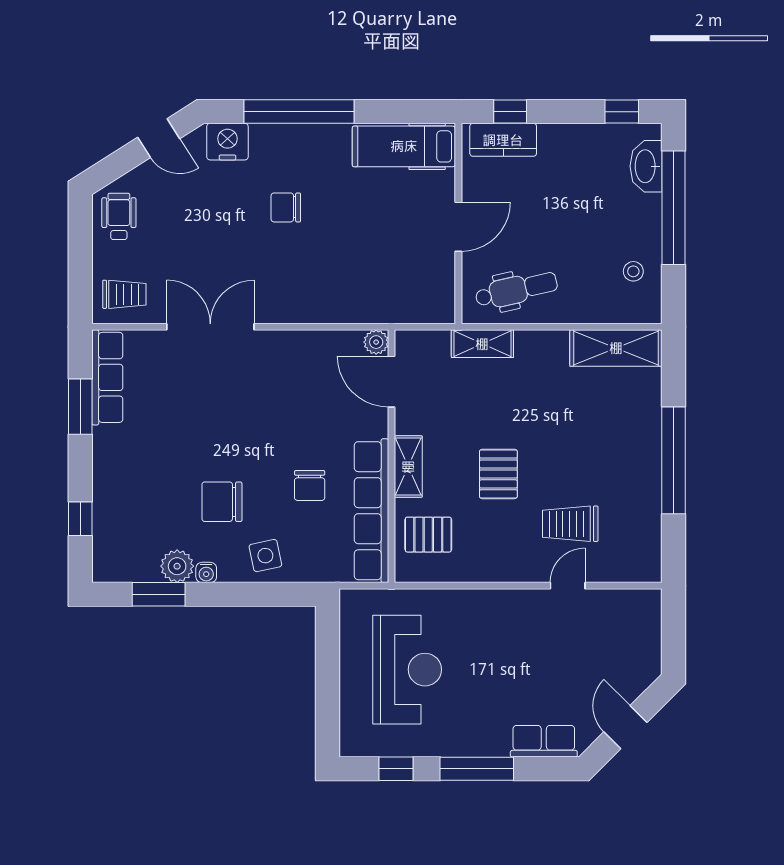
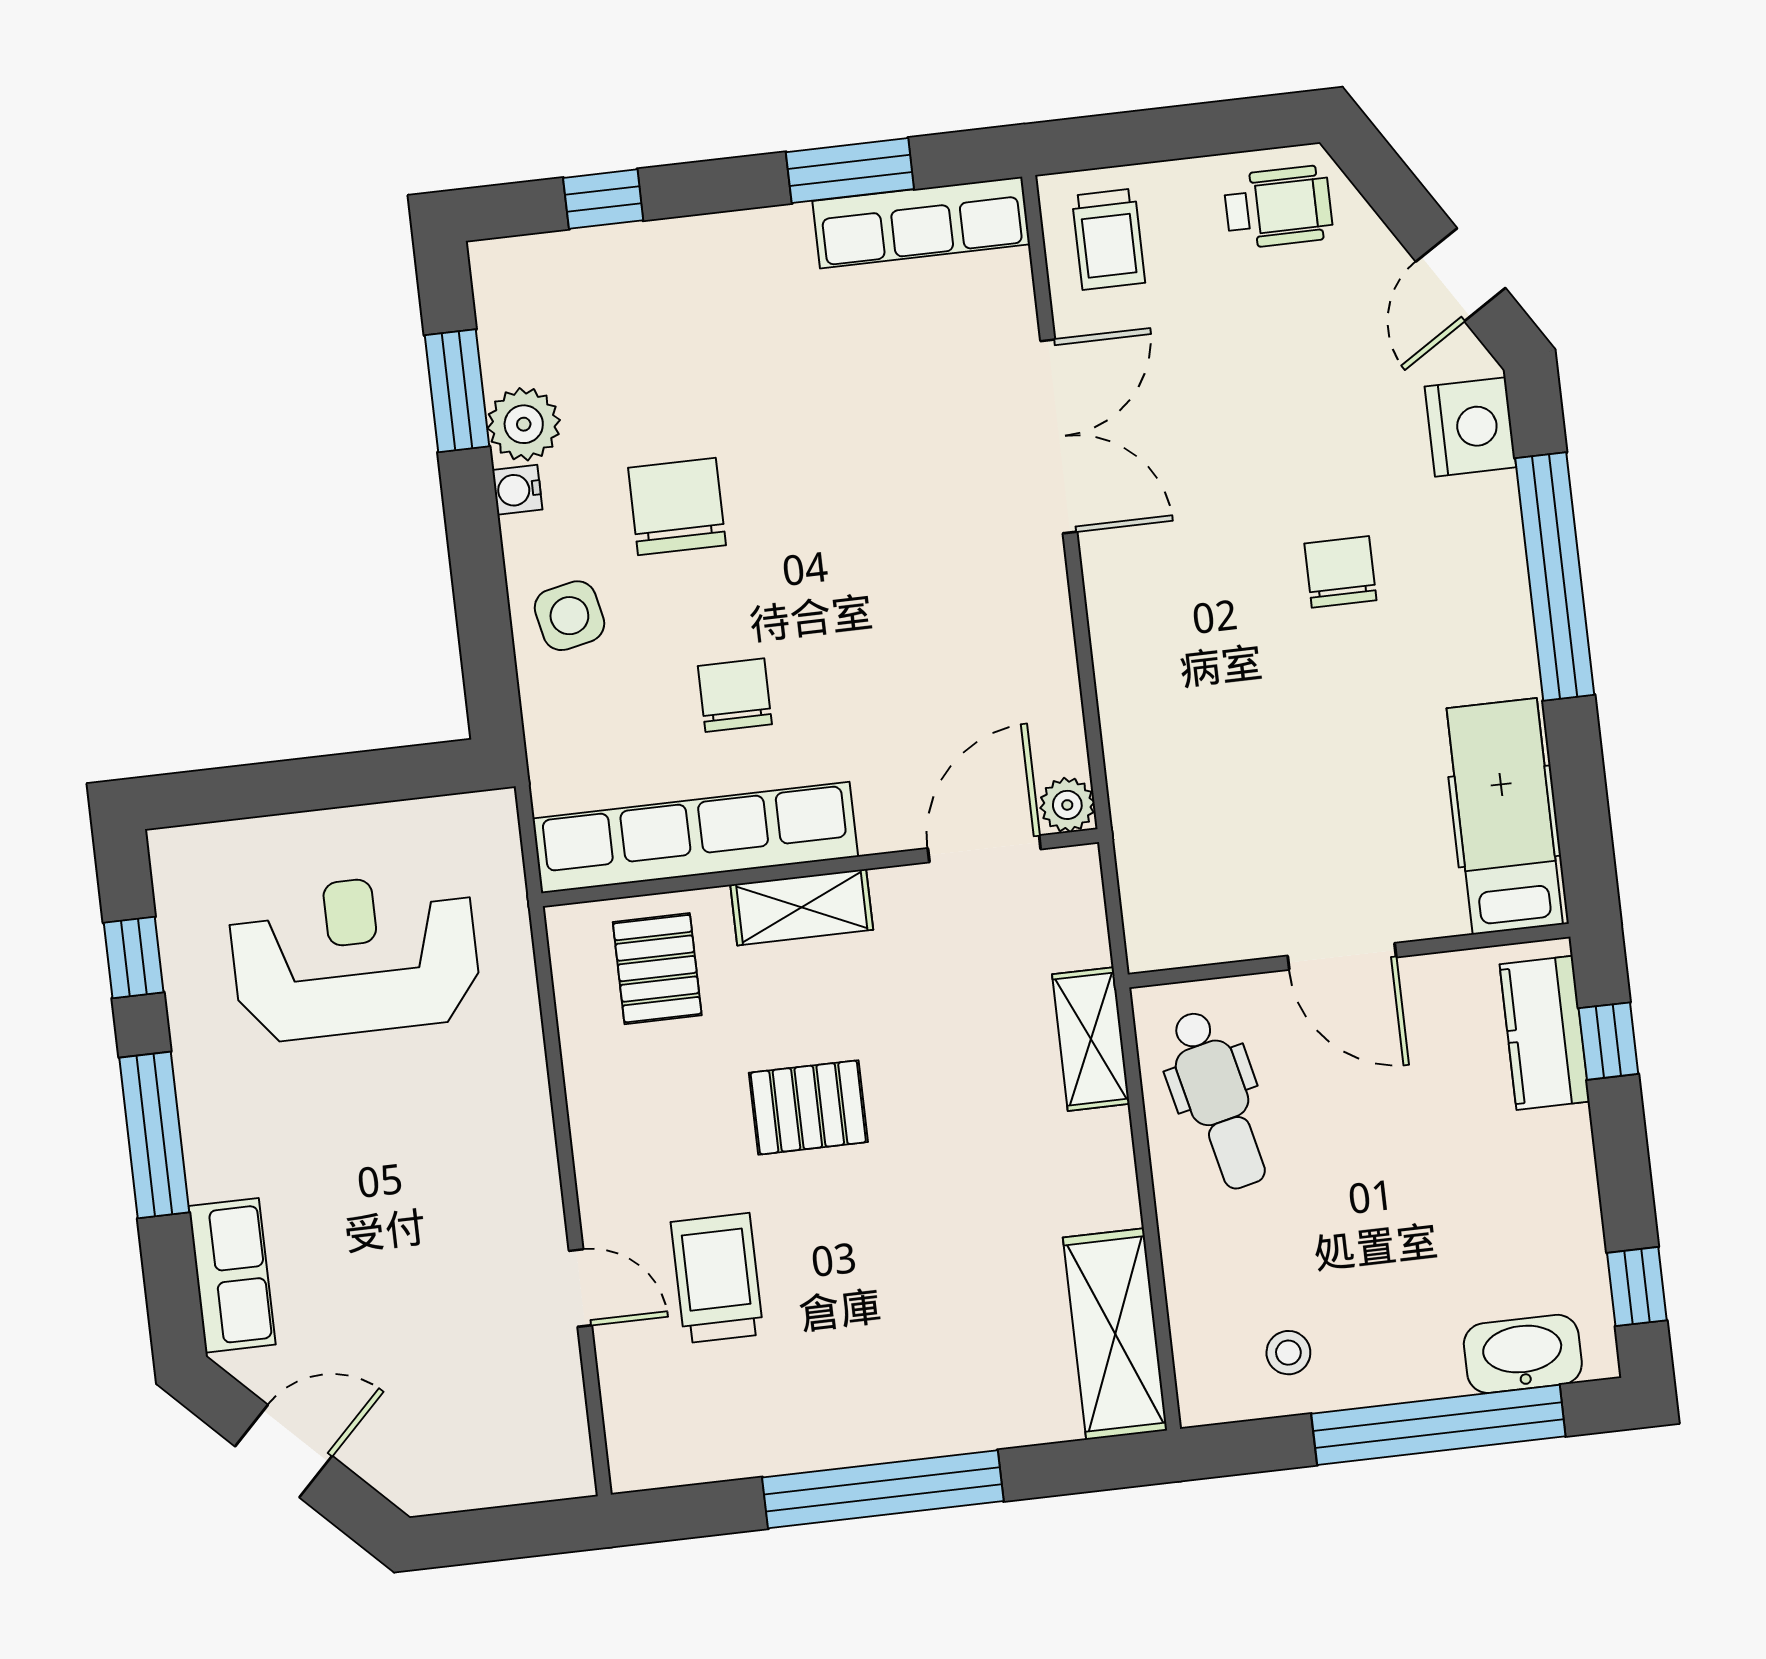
chair: (310, 486) -> (735, 695), turned 90
reception desk: (407, 670) -> (355, 956), turned 180

